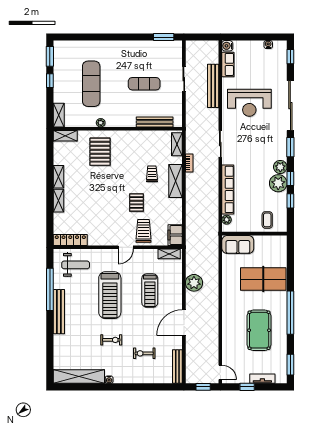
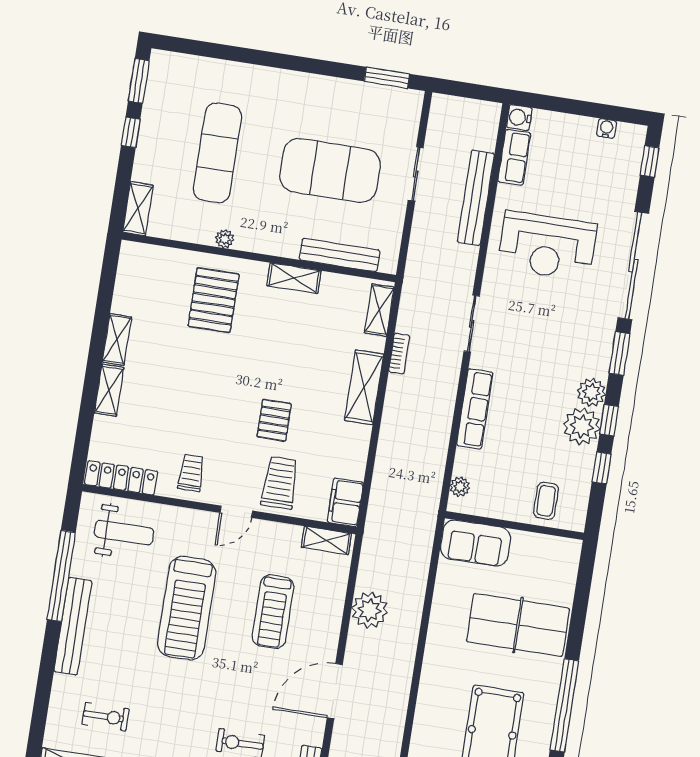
exercise mat: (144, 84) -> (330, 170), width x2.00, depth x1.45
shelving: (65, 136) -> (294, 278), moved
trolley: (152, 174) -> (191, 473), moved
row of seats: (228, 189) -> (475, 409), width x0.73
exercise bike: (111, 340) -> (106, 717), moved

